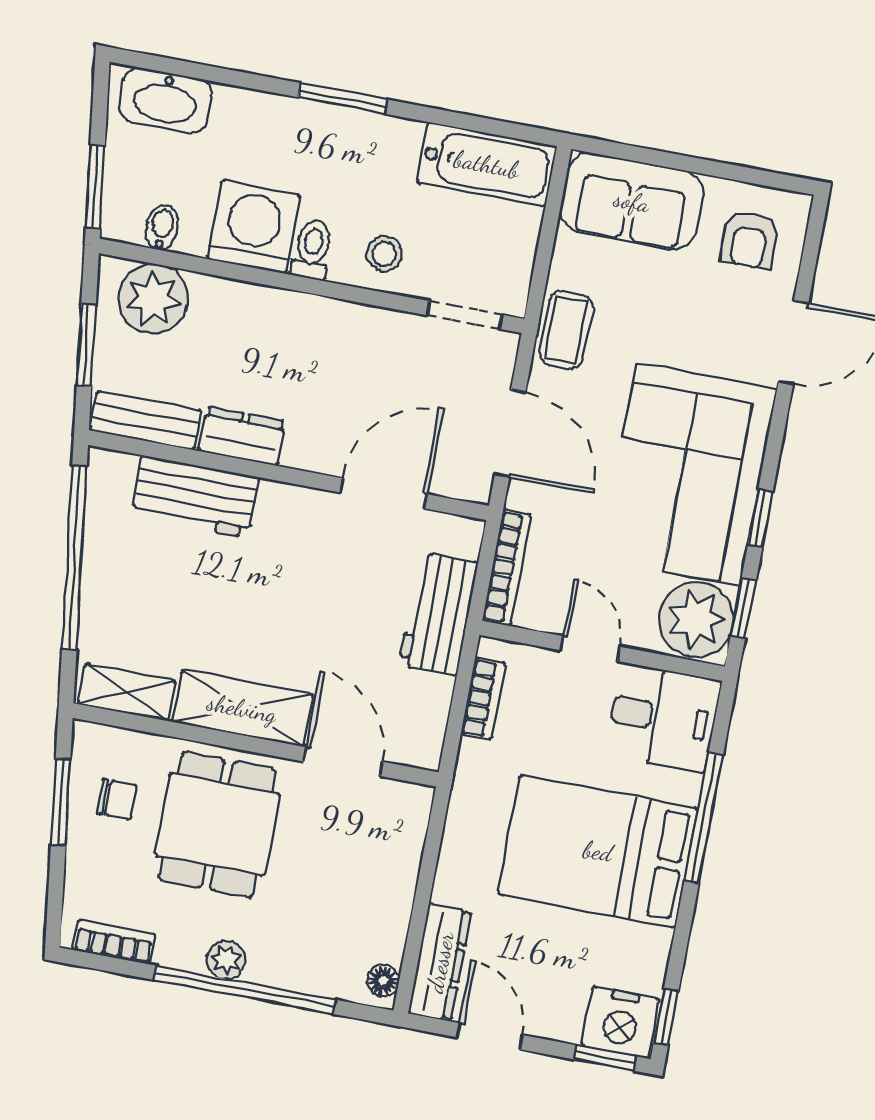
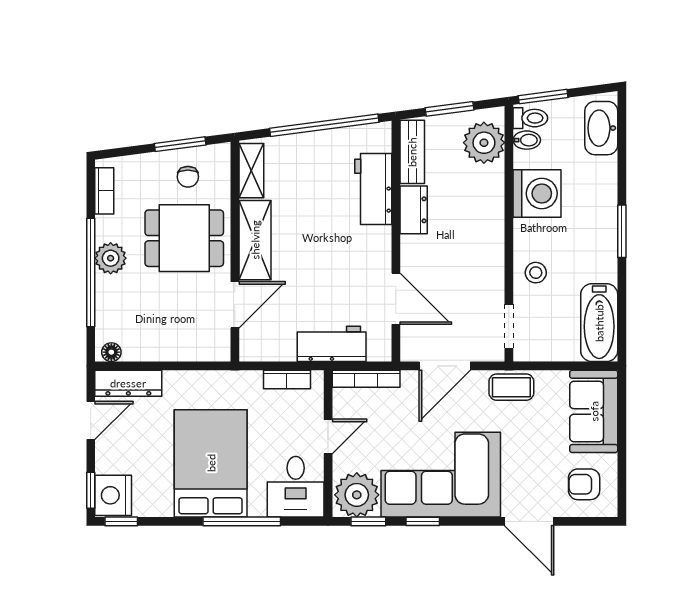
toilet: (312, 250) -> (530, 118), moved
plant: (226, 960) -> (111, 258), width x1.38, depth x1.38

